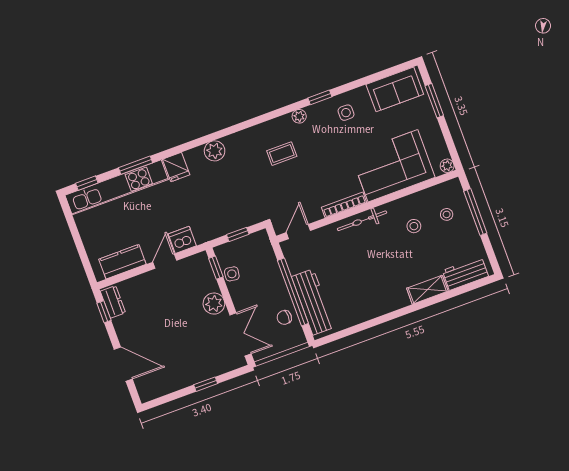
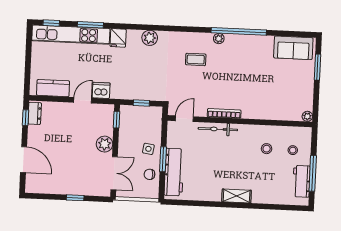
window: (320, 97) -> (239, 31), width x3.17
side table: (346, 113) -> (252, 50), removed
corner sofa: (393, 166) -> (270, 100), removed
window: (475, 212) -> (313, 173), moved
bicycle: (362, 221) -> (218, 129), moved
workbench: (465, 273) -> (301, 181), moved, turned -90
side table: (232, 274) -> (148, 149), moved
shelving: (427, 290) -> (237, 196), moved
window: (293, 292) -> (163, 159), width x0.47

